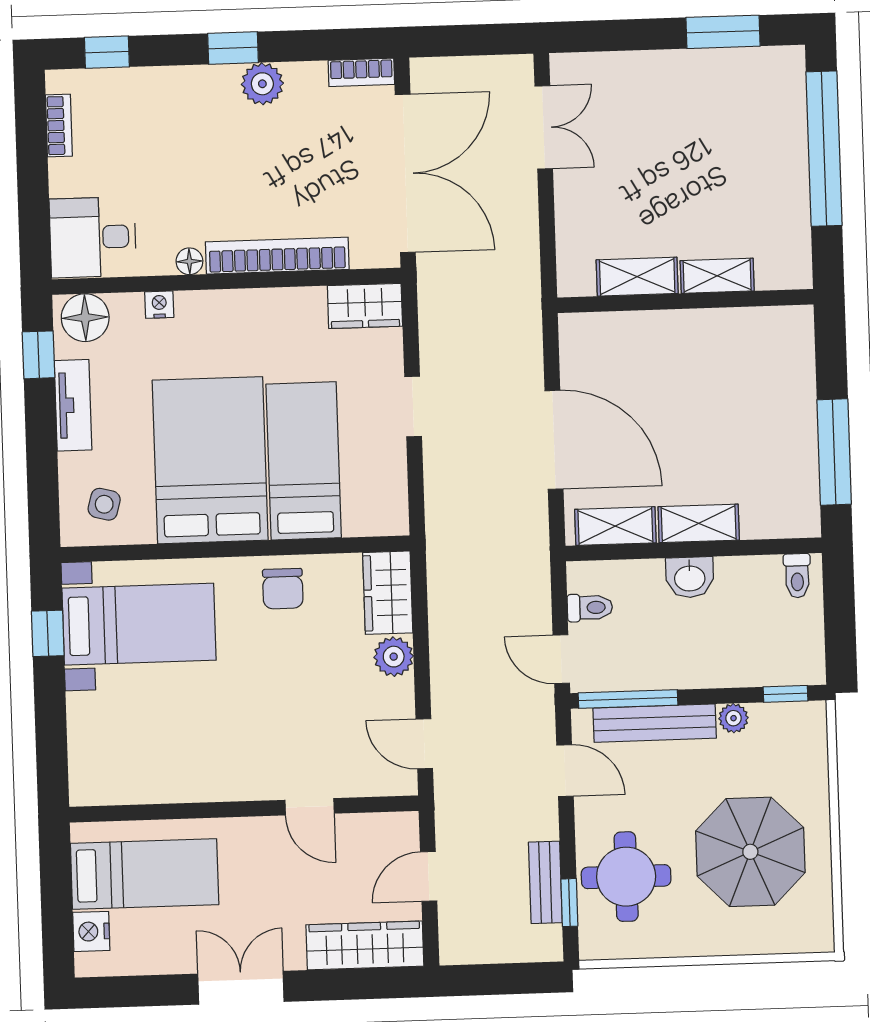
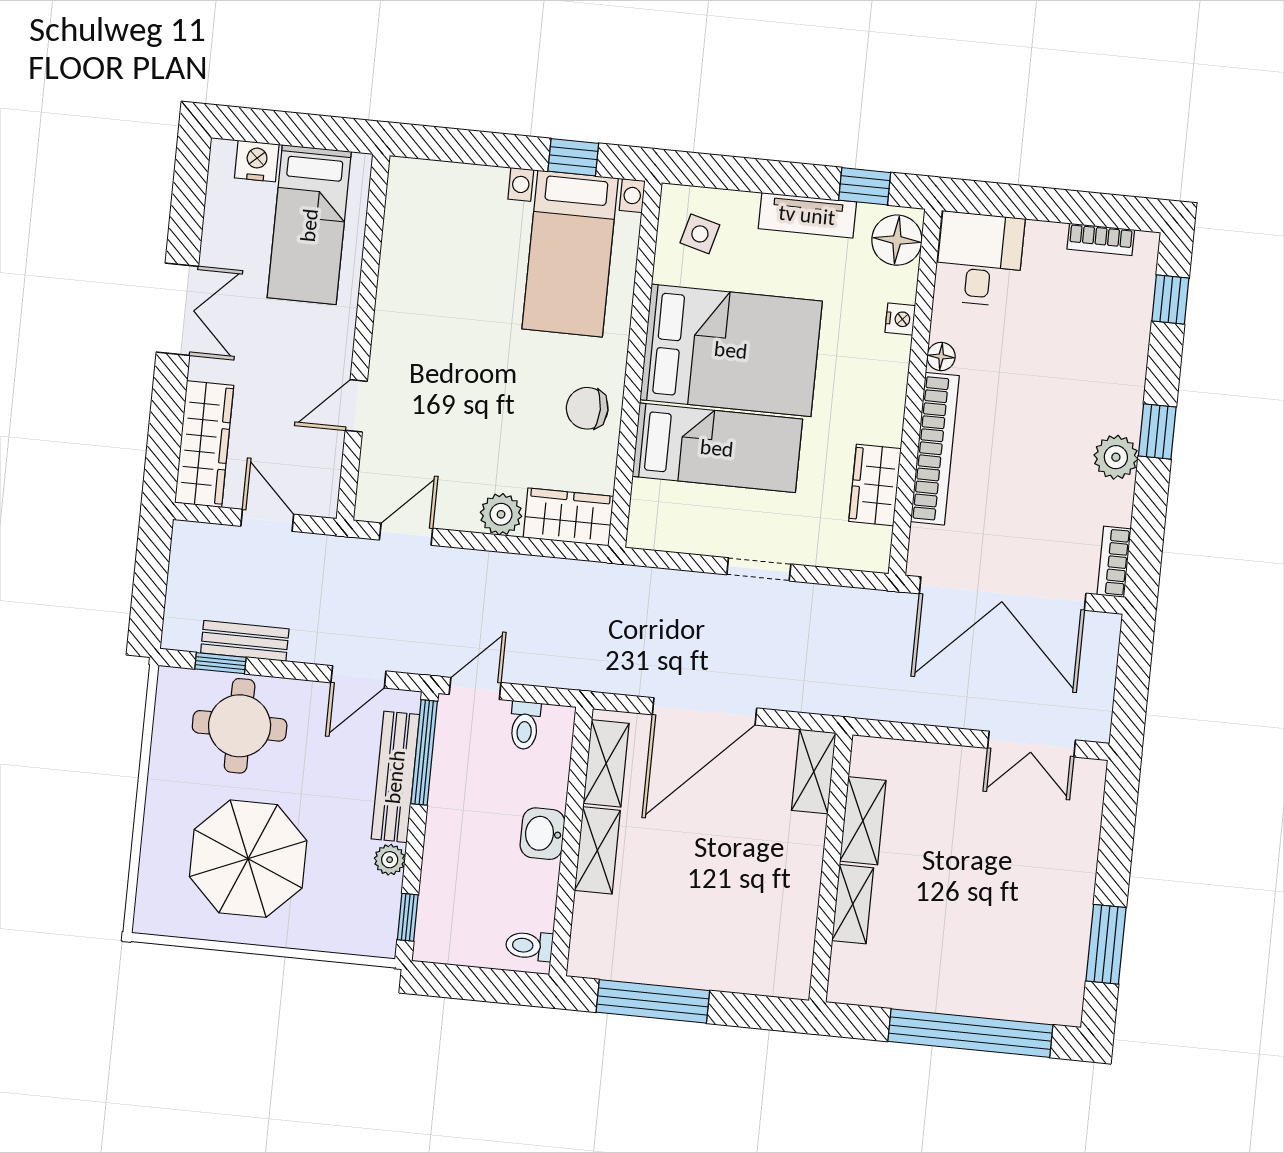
wardrobe: (365, 306) -> (875, 485), moved
shelving: (597, 329) -> (814, 772), added

